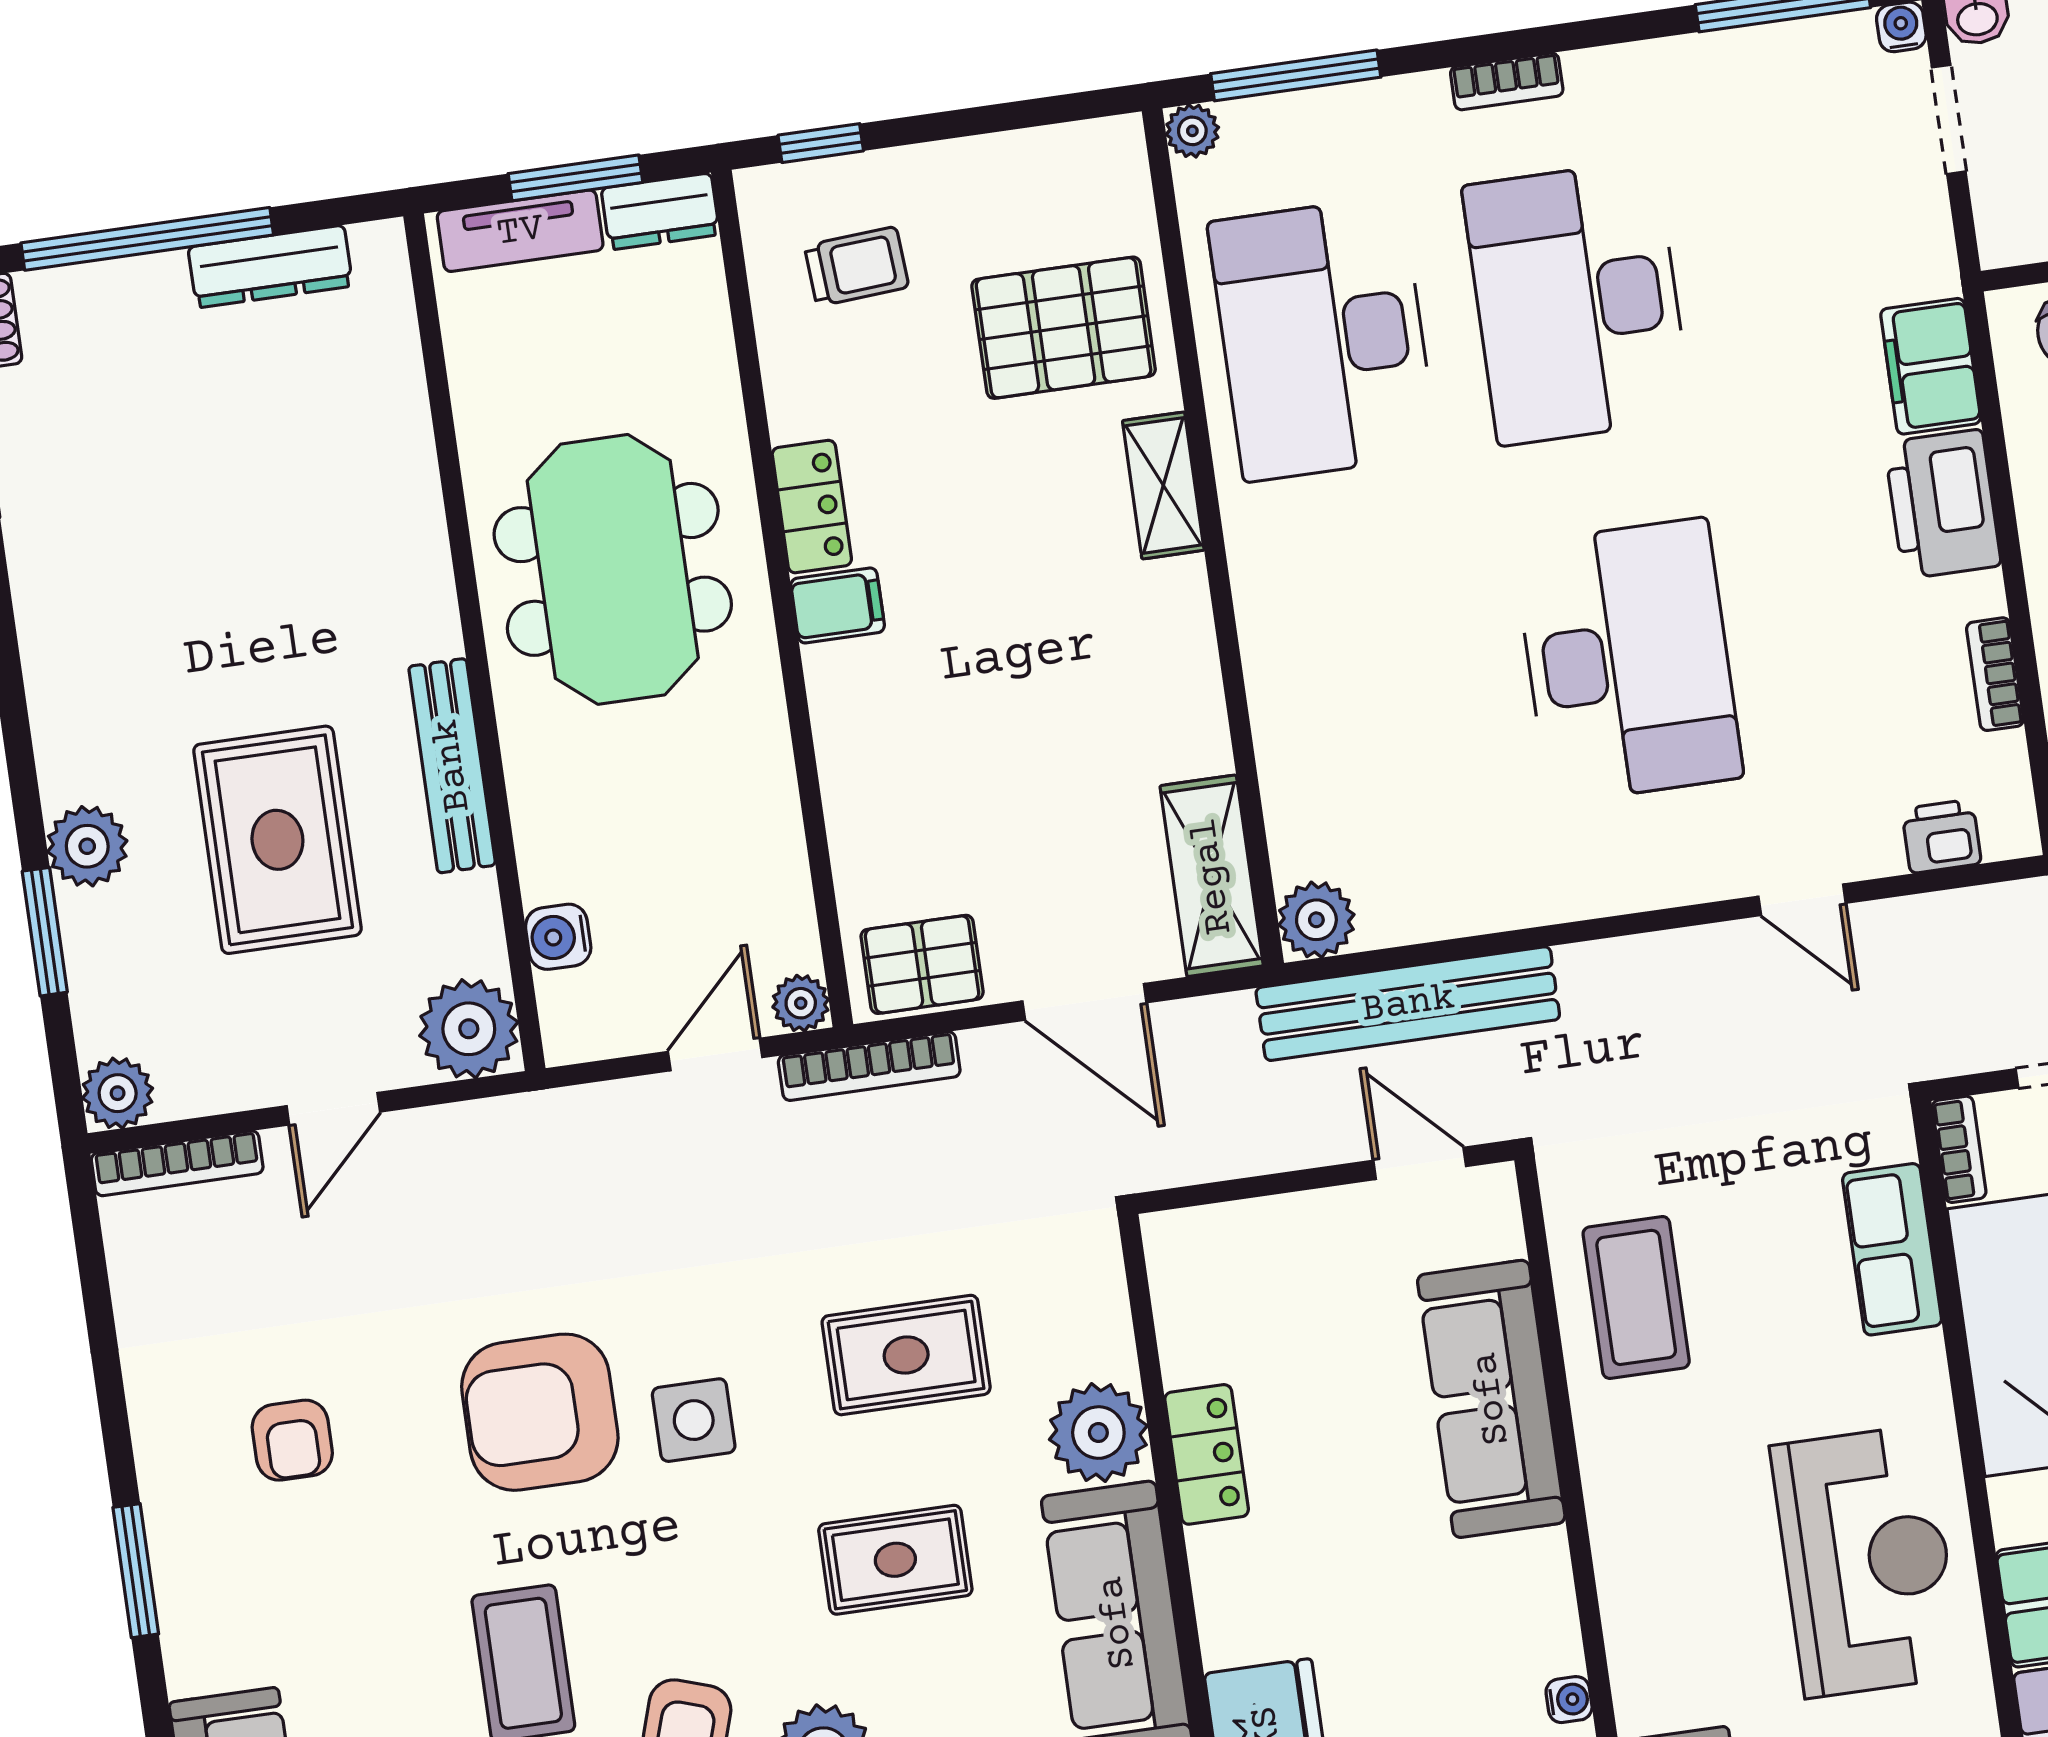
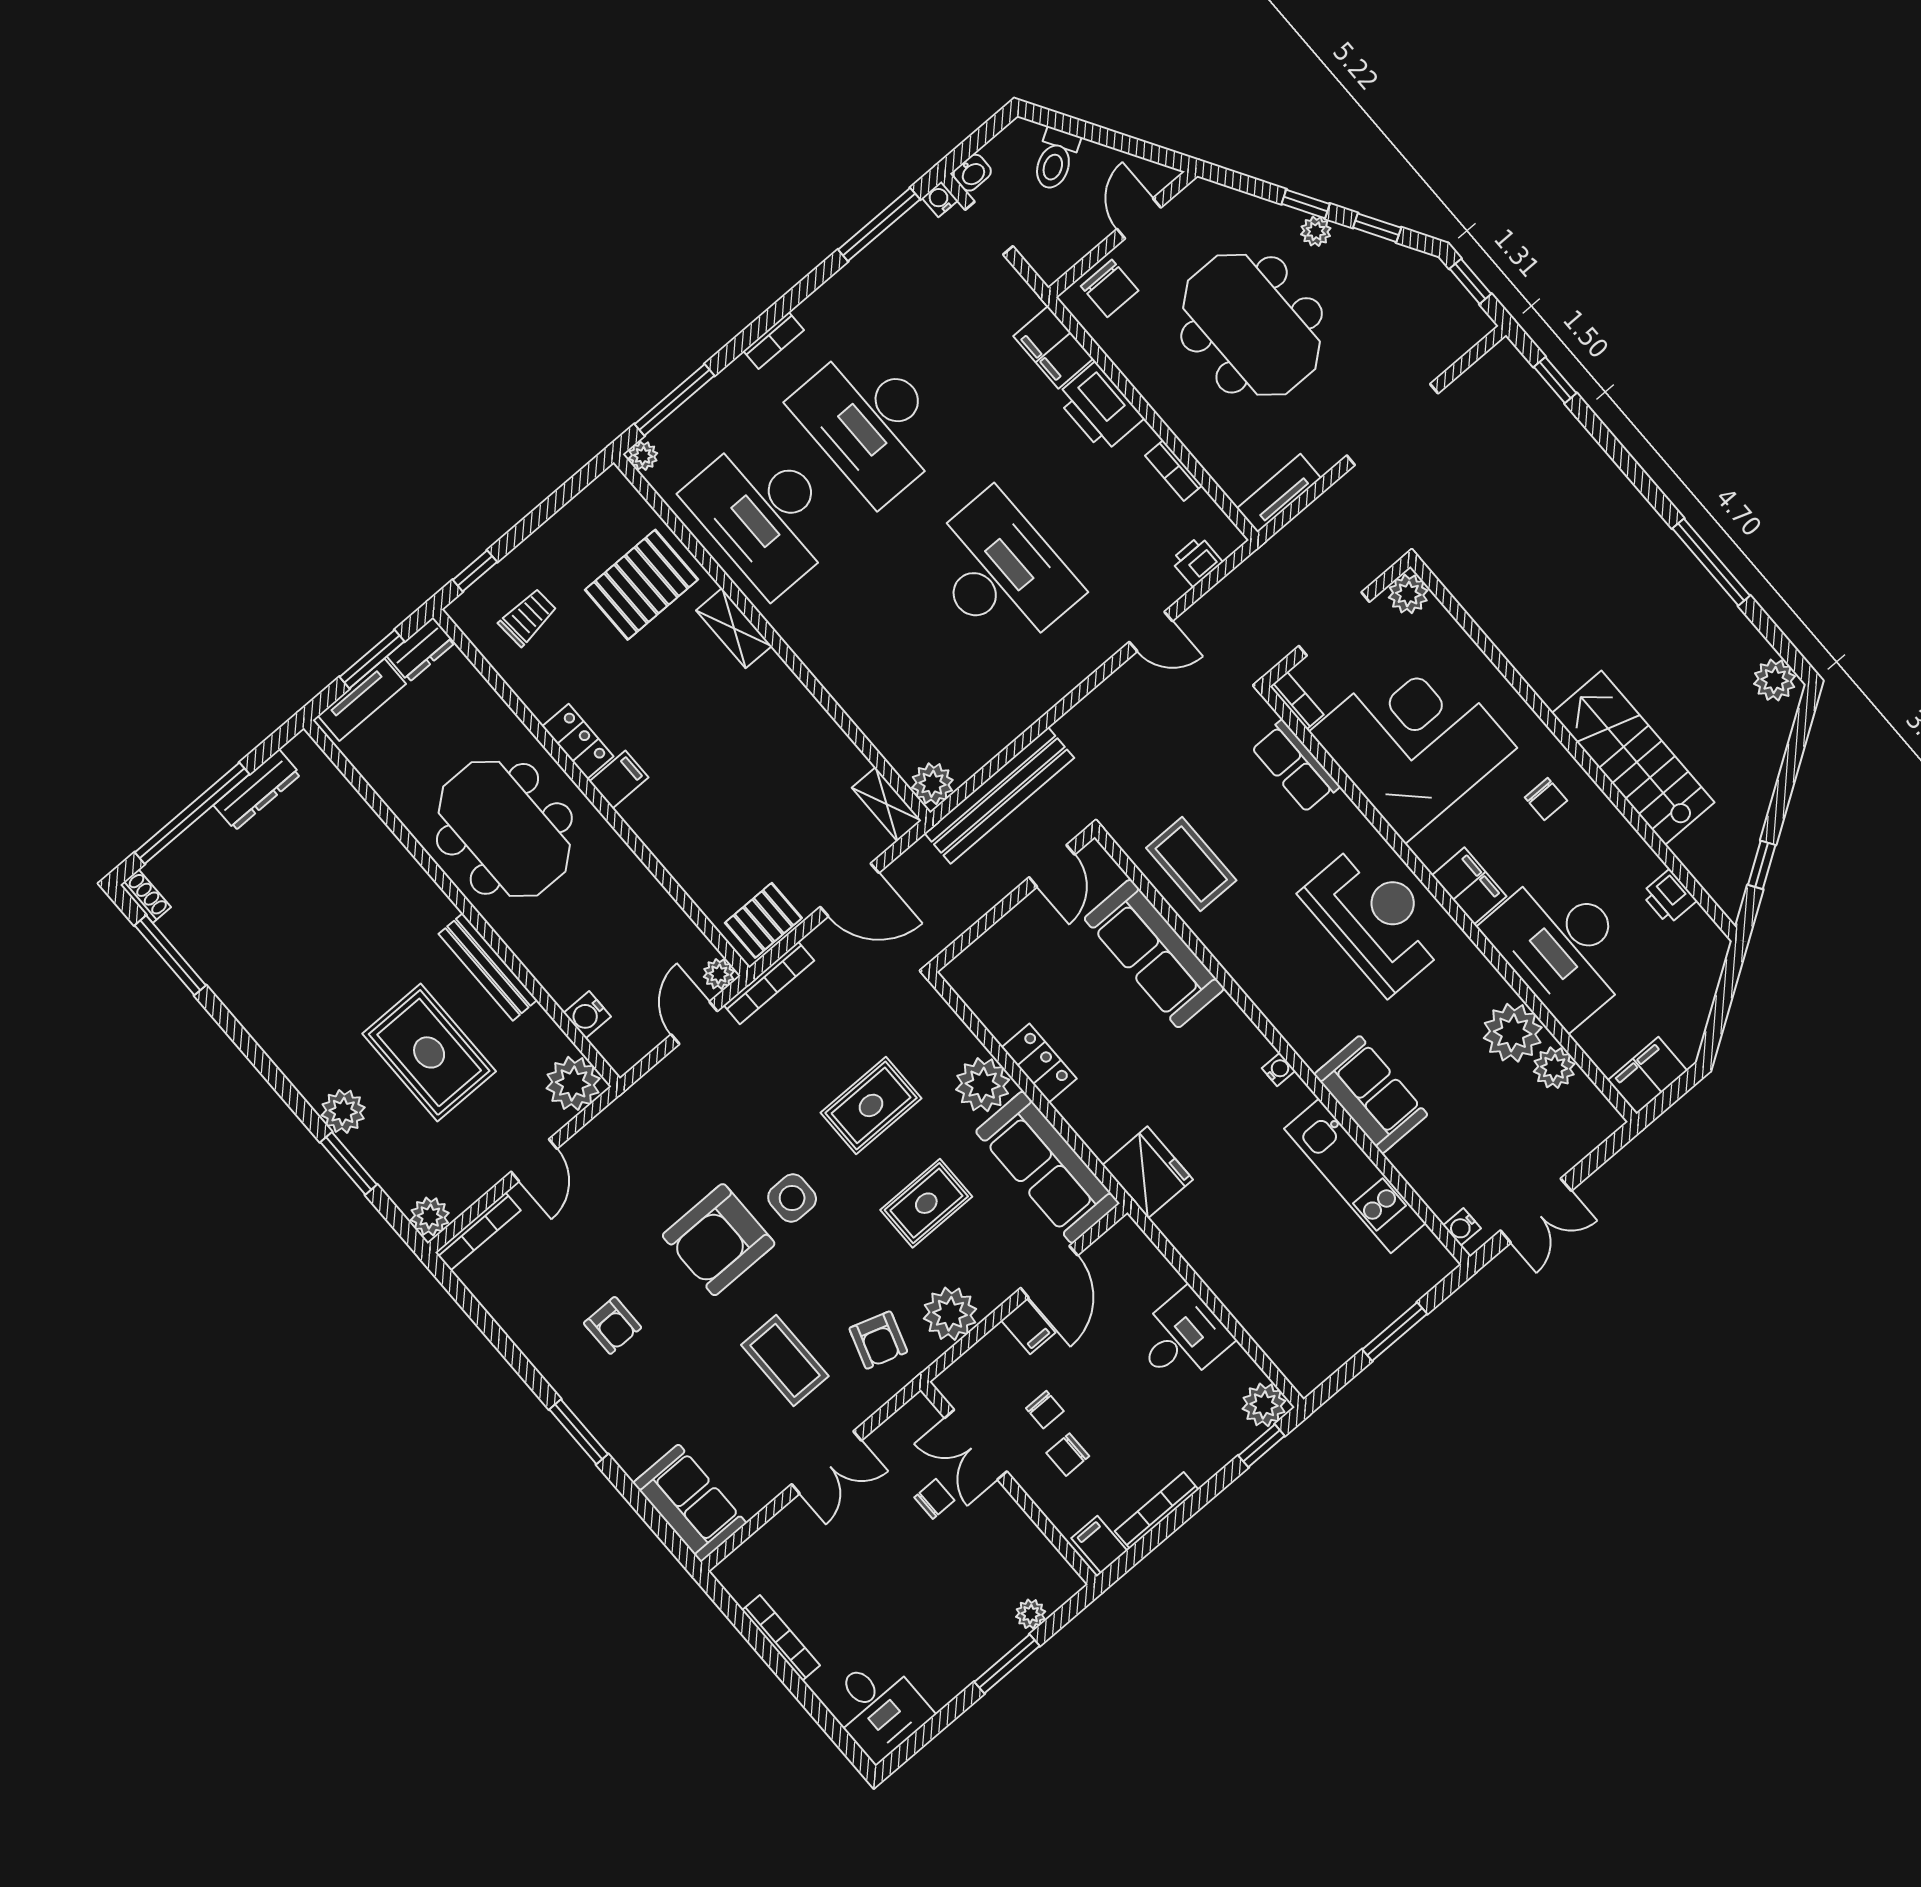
shelving: (1212, 876) -> (887, 804), width x0.67, depth x0.75
door: (1420, 1163) -> (1052, 866), swing flipped

